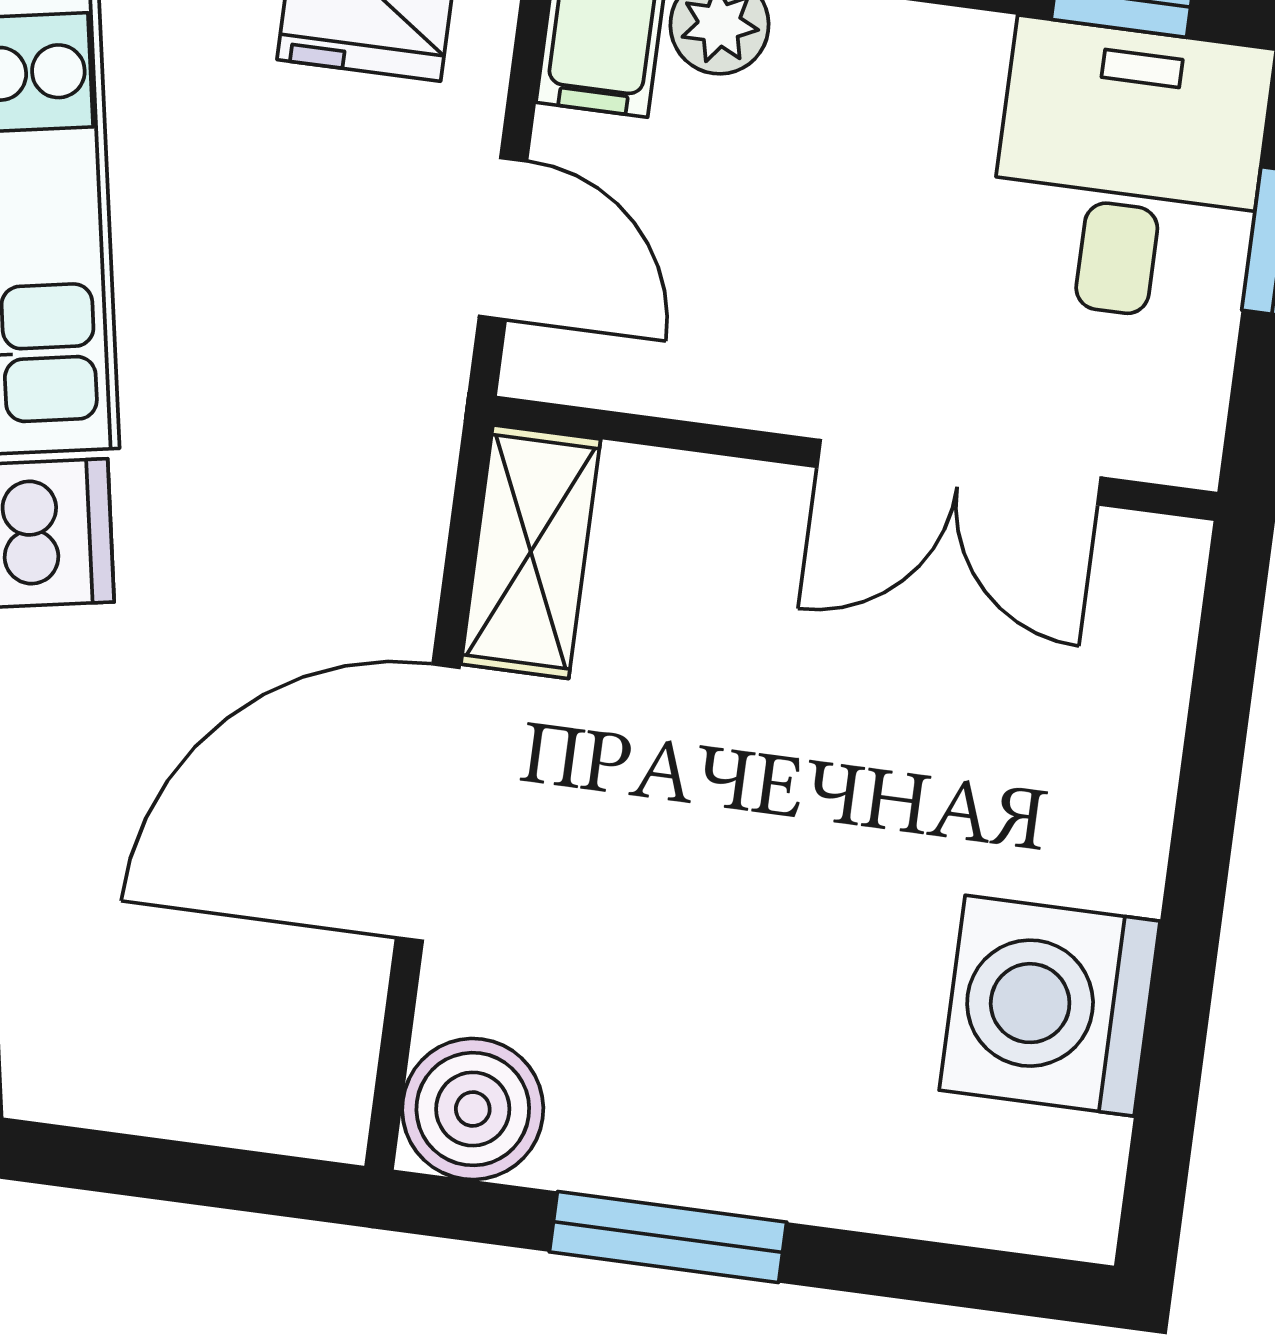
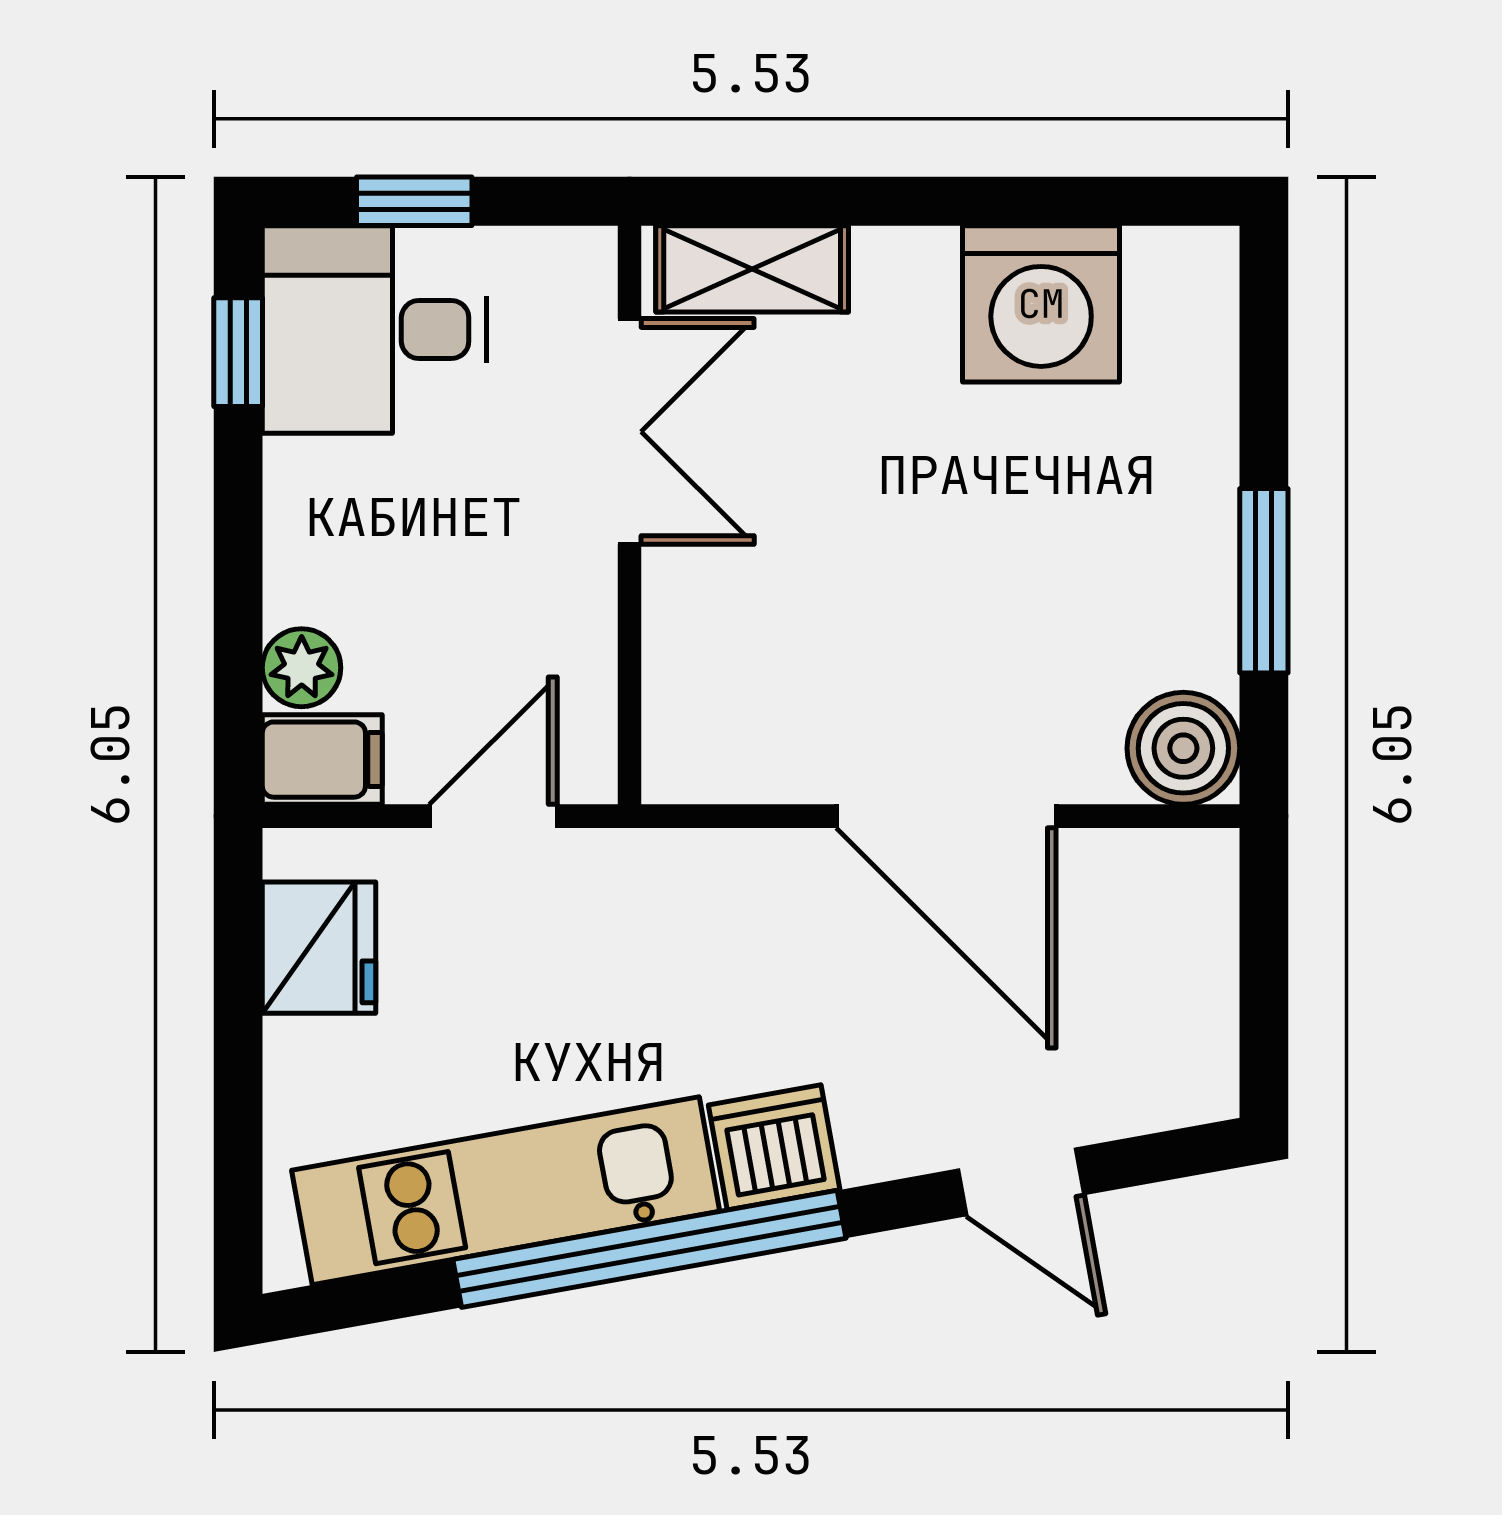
shelving: (531, 552) -> (752, 269), moved

